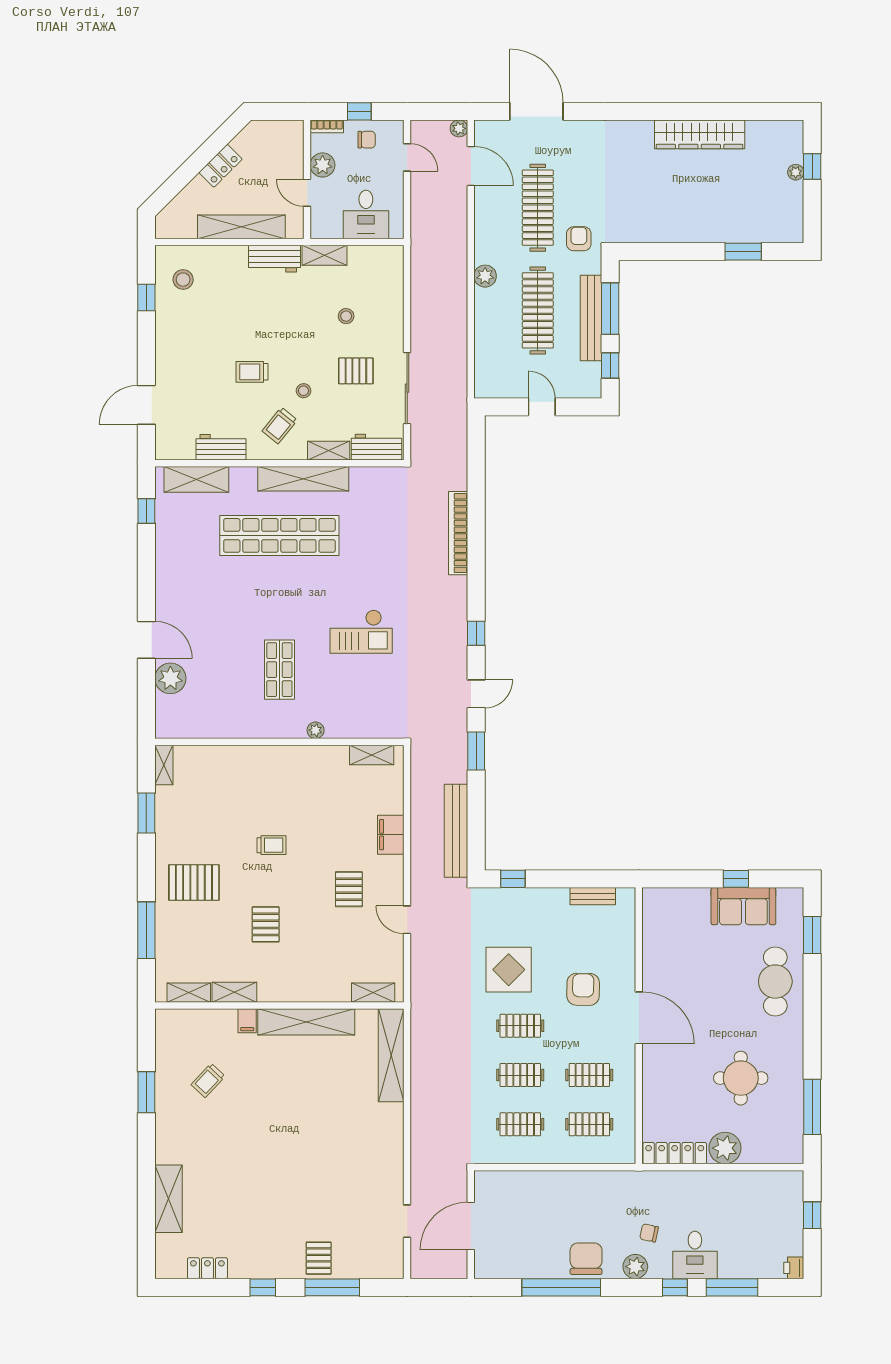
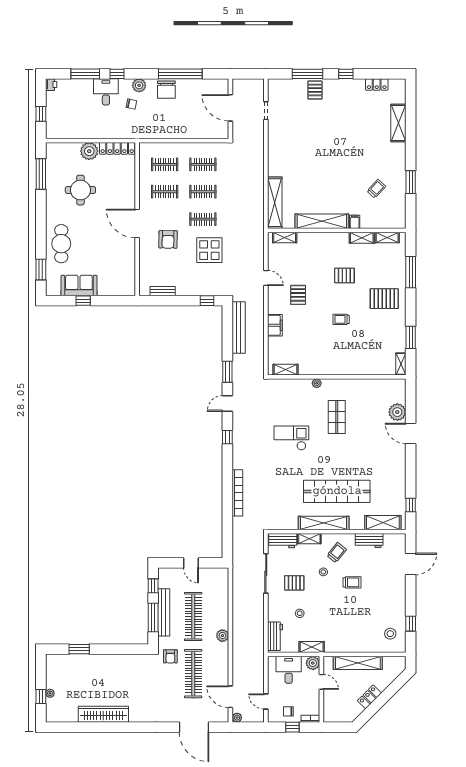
plant: (323, 165) -> (313, 663), moved
workbench: (275, 259) -> (275, 636), moved, turned 90
pallet: (266, 924) -> (344, 275), turned 90
door: (471, 1226) -> (230, 108), swing flipped

